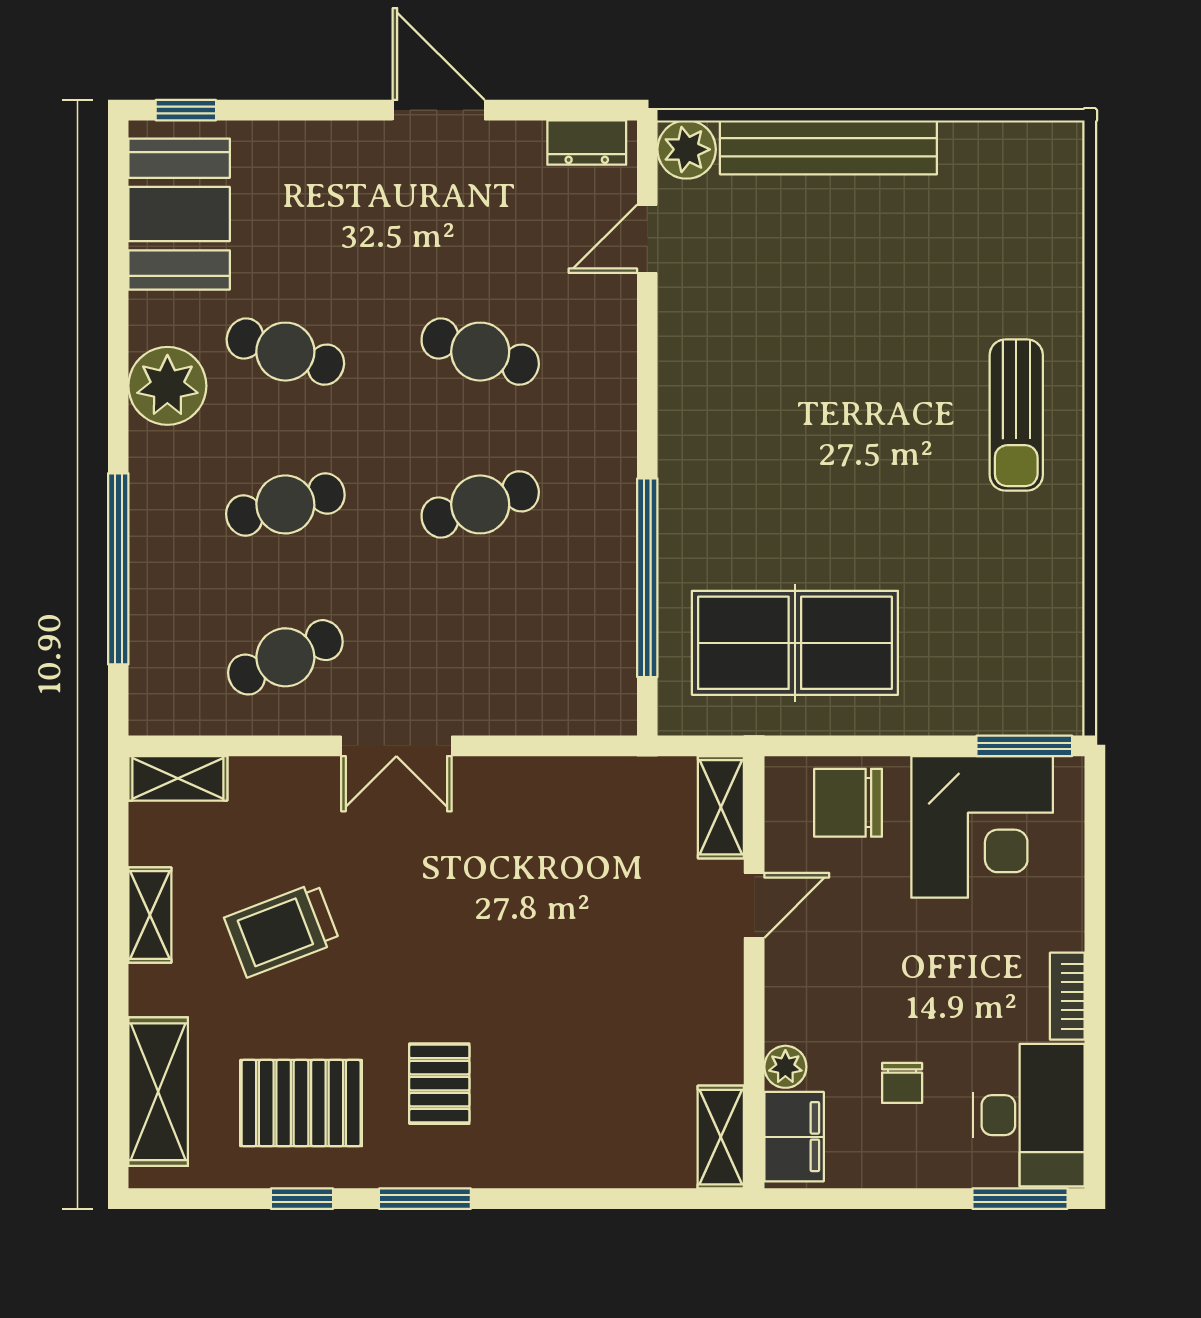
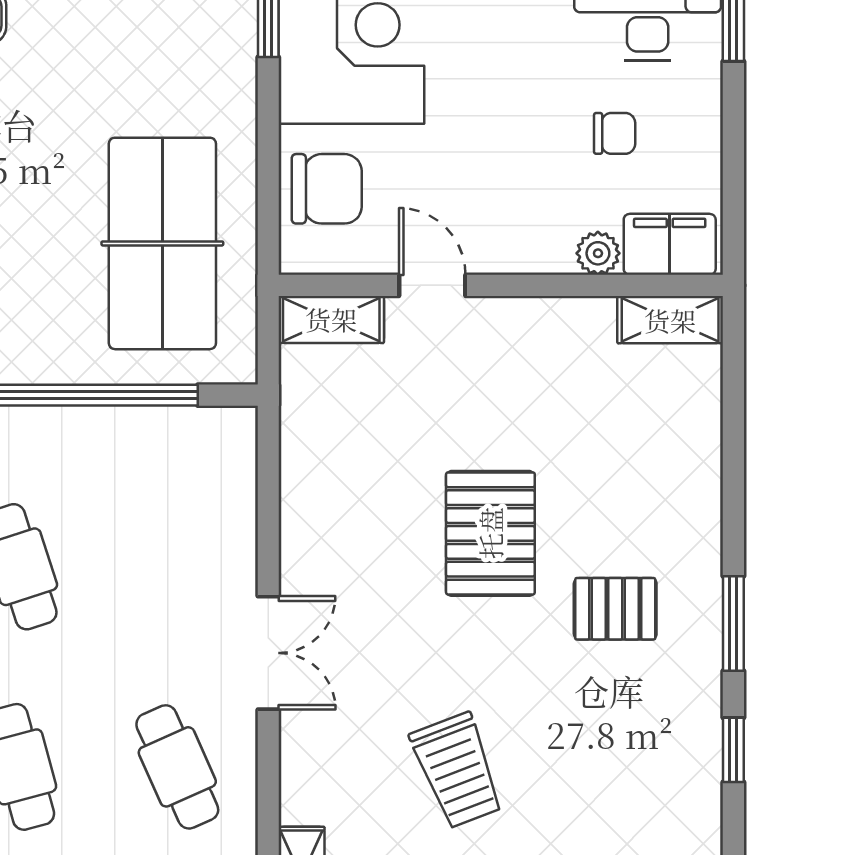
chair: (848, 803) -> (327, 189), turned -90
pallet: (301, 1103) -> (490, 533), moved

